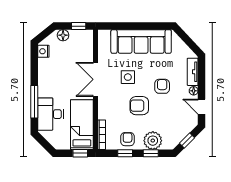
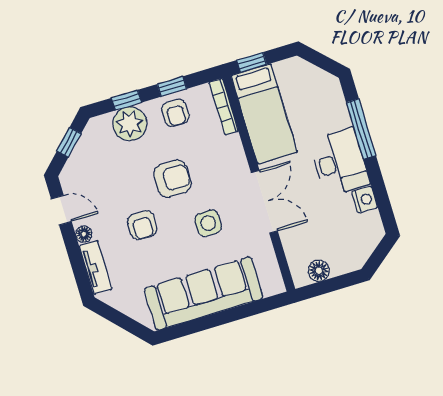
window: (79, 26) -> (323, 287), removed
floor lamp: (63, 35) -> (319, 271), moved
nightstand: (43, 51) -> (365, 200), moved
desk: (50, 114) -> (340, 162), moved

